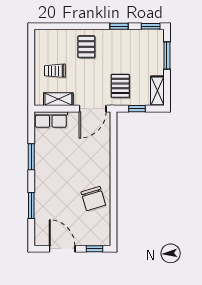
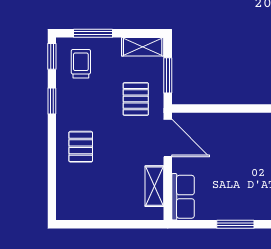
pallet: (86, 47) -> (81, 147), turned 90
trolley: (55, 71) -> (81, 64), moved, turned 180
pallet: (120, 86) -> (136, 99), turned 90
window: (137, 109) -> (168, 75), width x1.50

